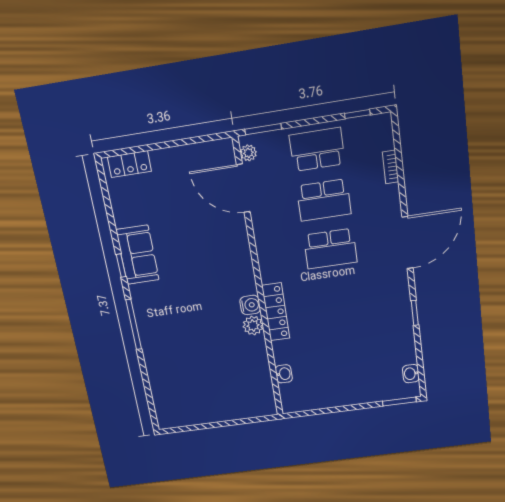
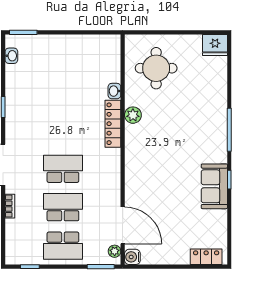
bookcase: (391, 167) -> (10, 206), moved
water cooler: (250, 305) -> (132, 257), moved
washbasin: (284, 374) -> (114, 91), moved
round table: (234, 382) -> (156, 68), added
fridge: (170, 417) -> (215, 45), added

